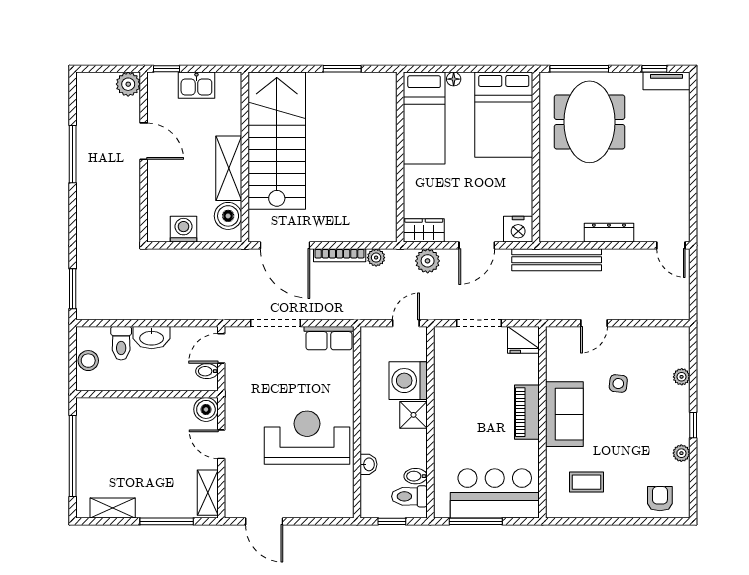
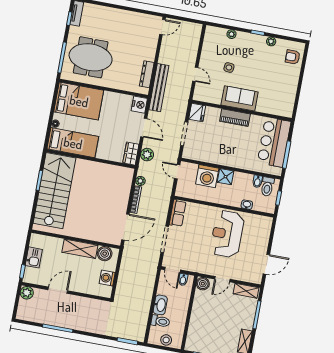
stairs: (277, 141) -> (54, 191), moved, turned 90
dresser: (609, 233) -> (147, 74), moved
coffee table: (586, 482) -> (277, 93), removed

